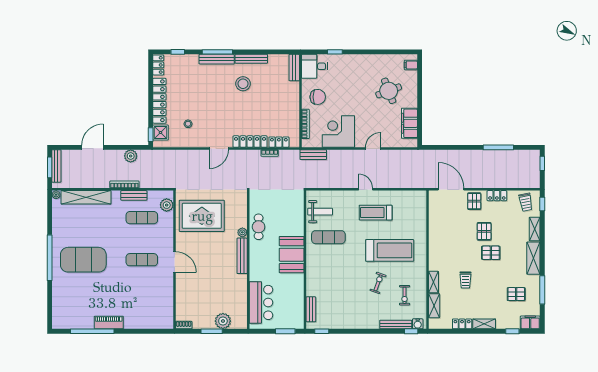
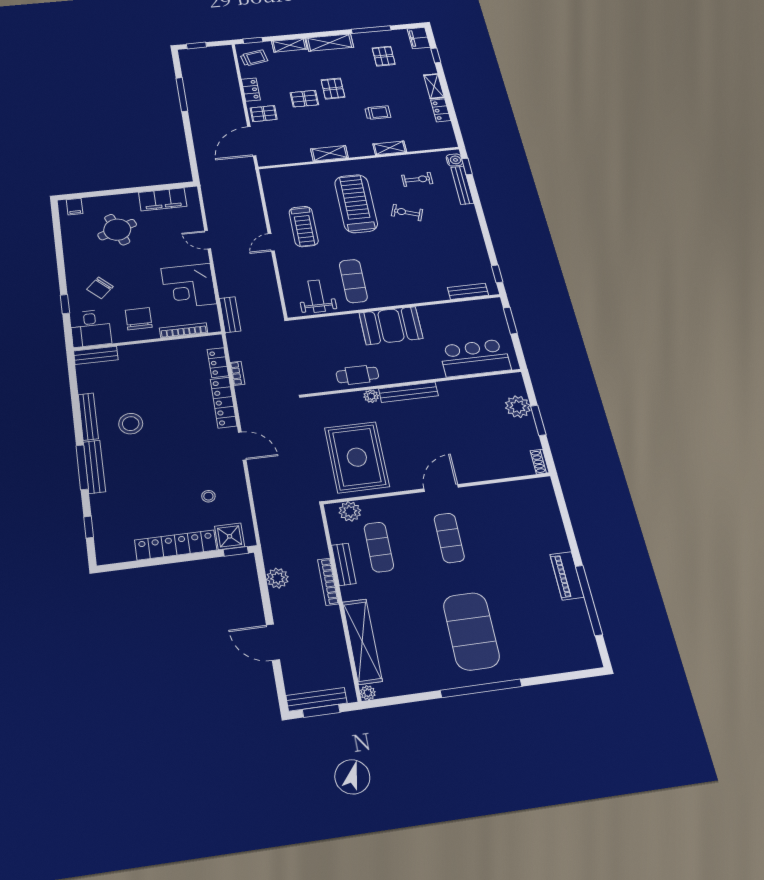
locker: (158, 65) -> (114, 555), removed
chair: (344, 75) -> (100, 288), added
shelving: (434, 306) -> (329, 153), moved

